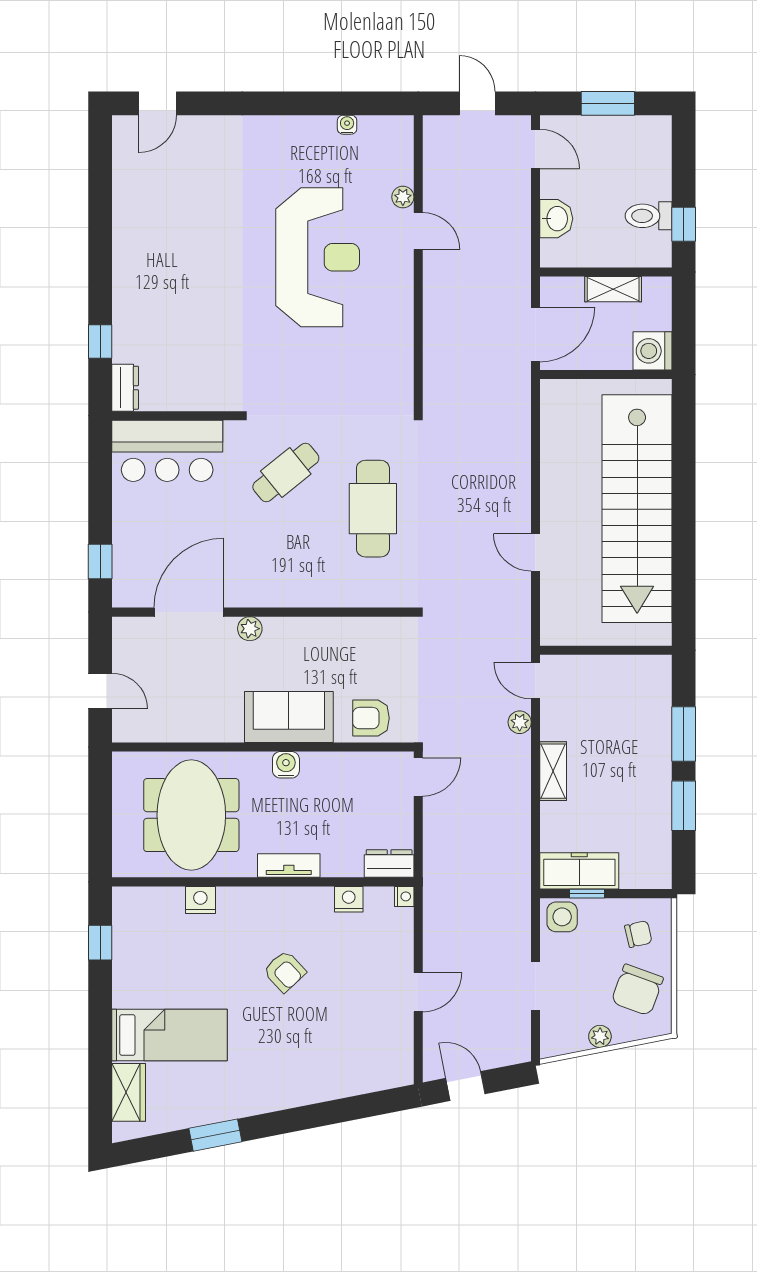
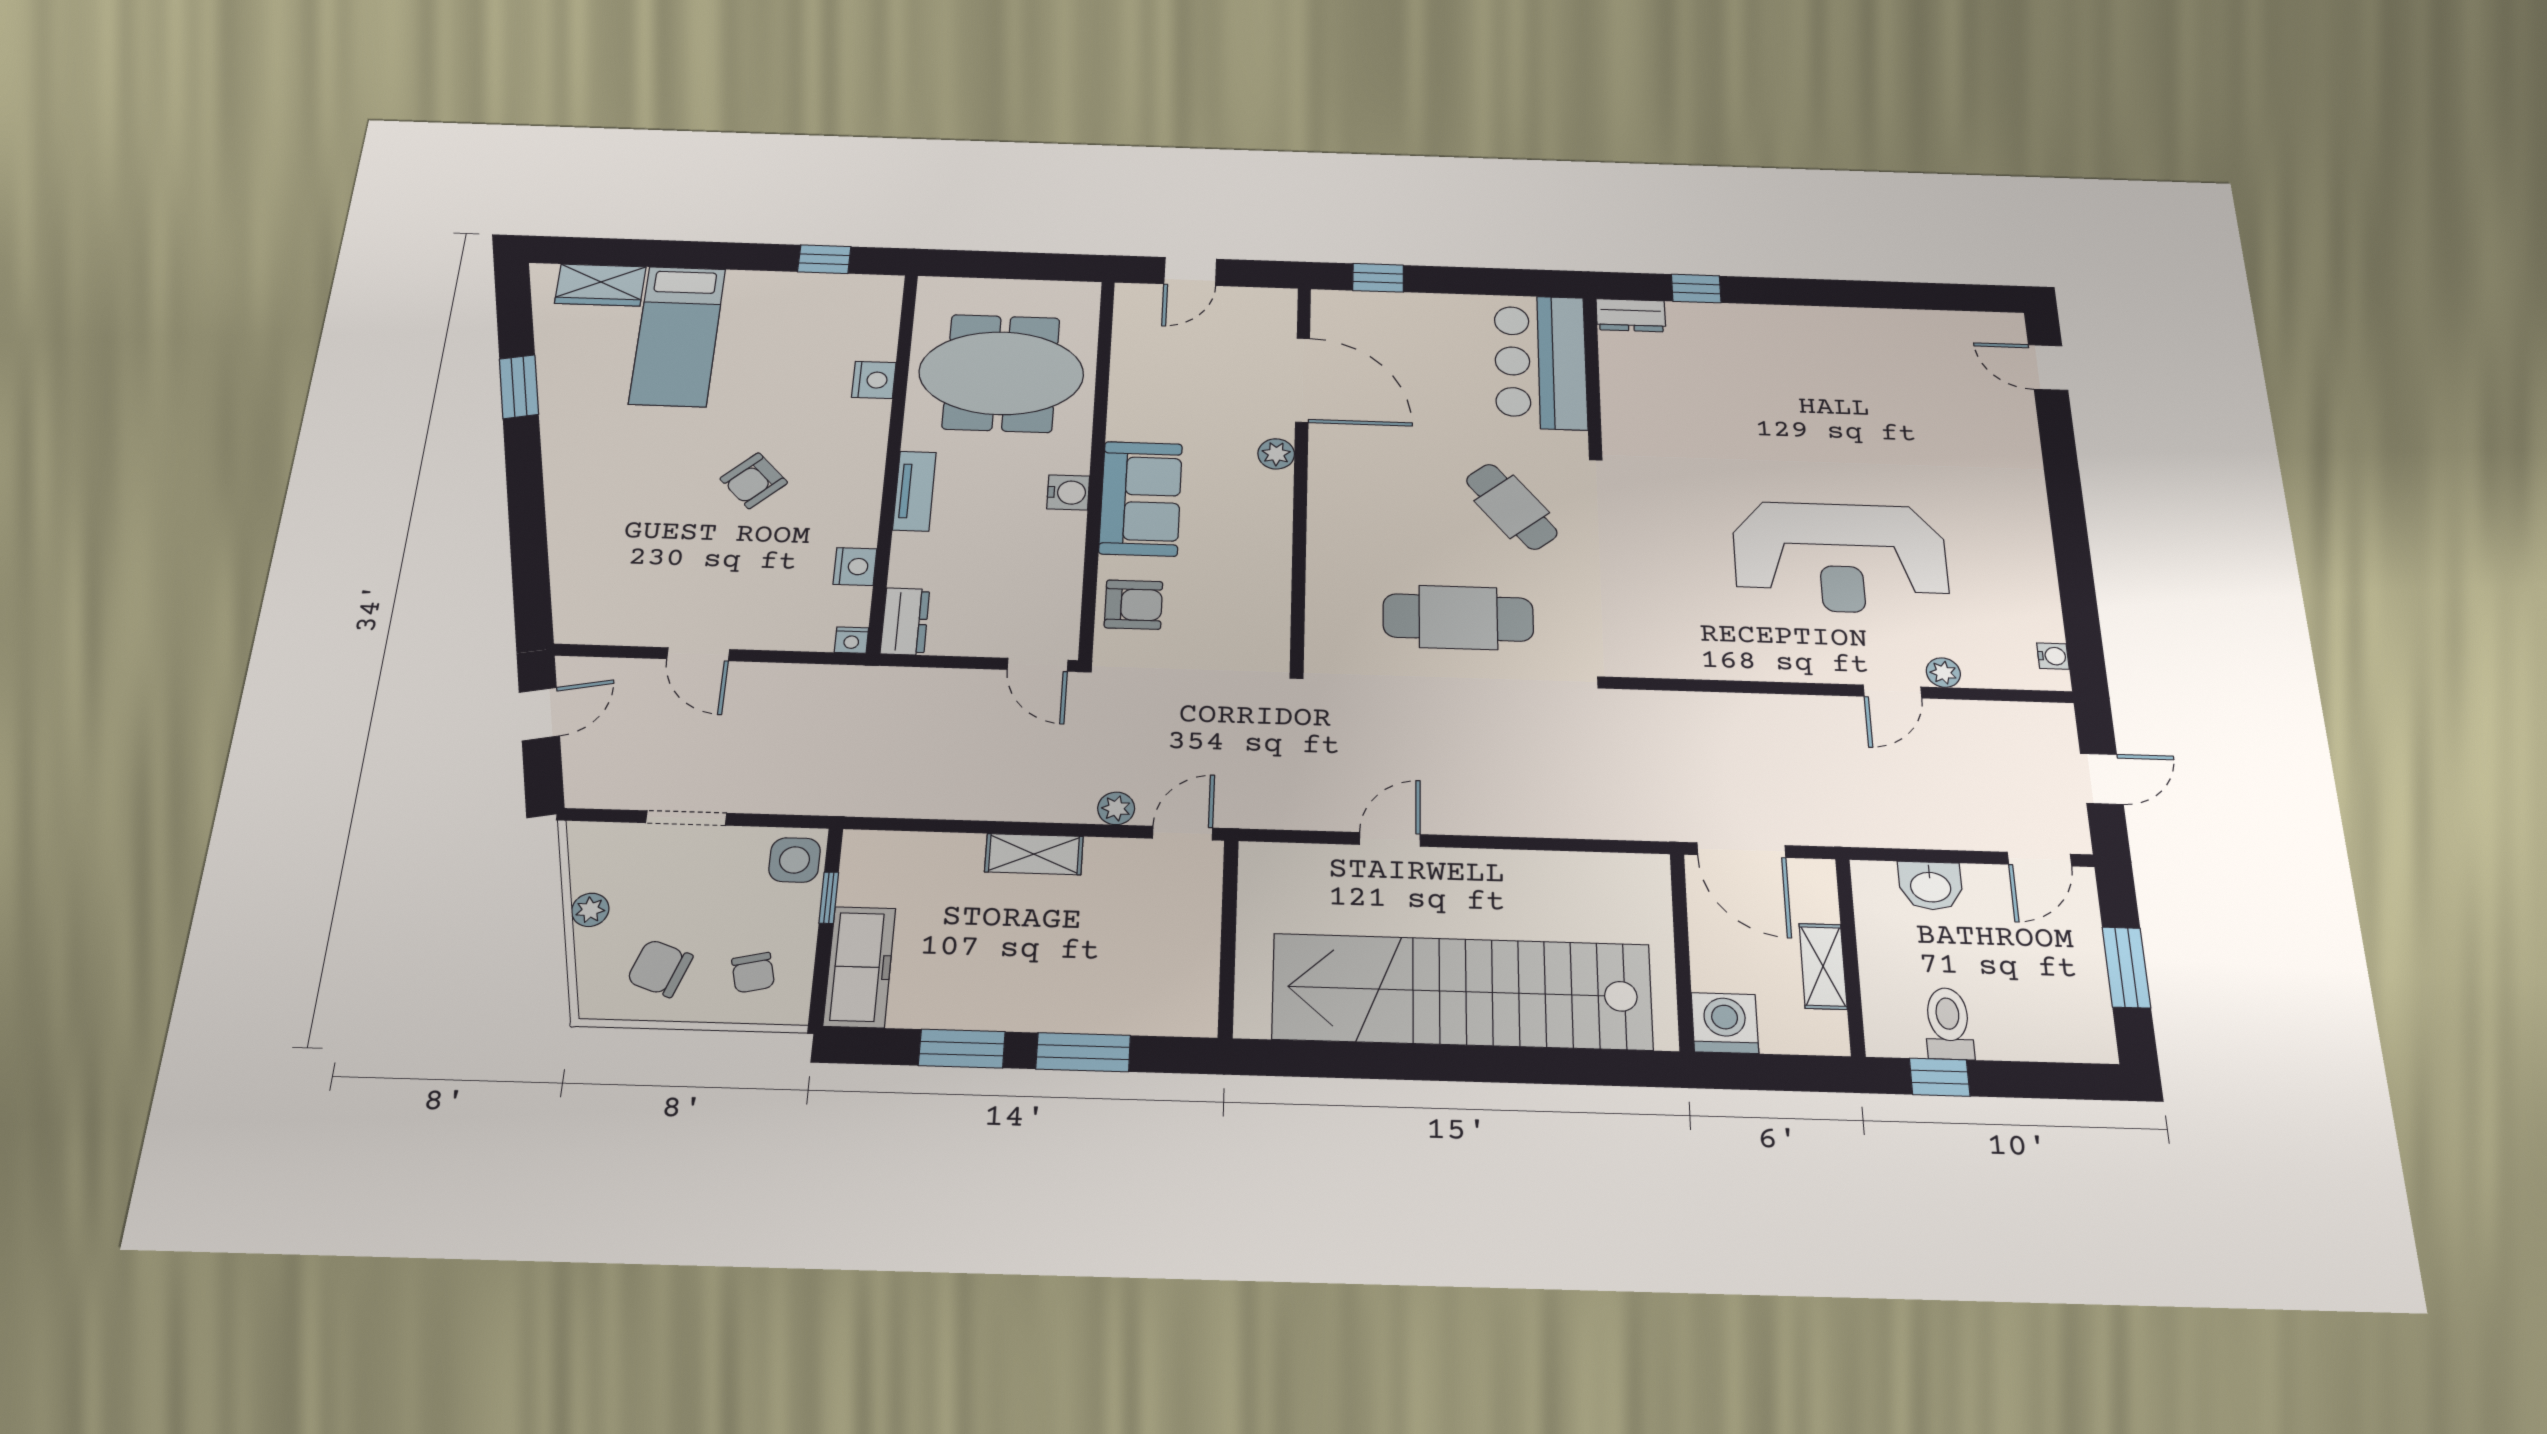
water cooler: (347, 125) -> (2053, 656), moved
armchair: (371, 718) -> (1134, 605), turned 90
freezer: (579, 871) -> (860, 967), moved
chair: (637, 990) -> (660, 968), width x0.73, depth x0.73

